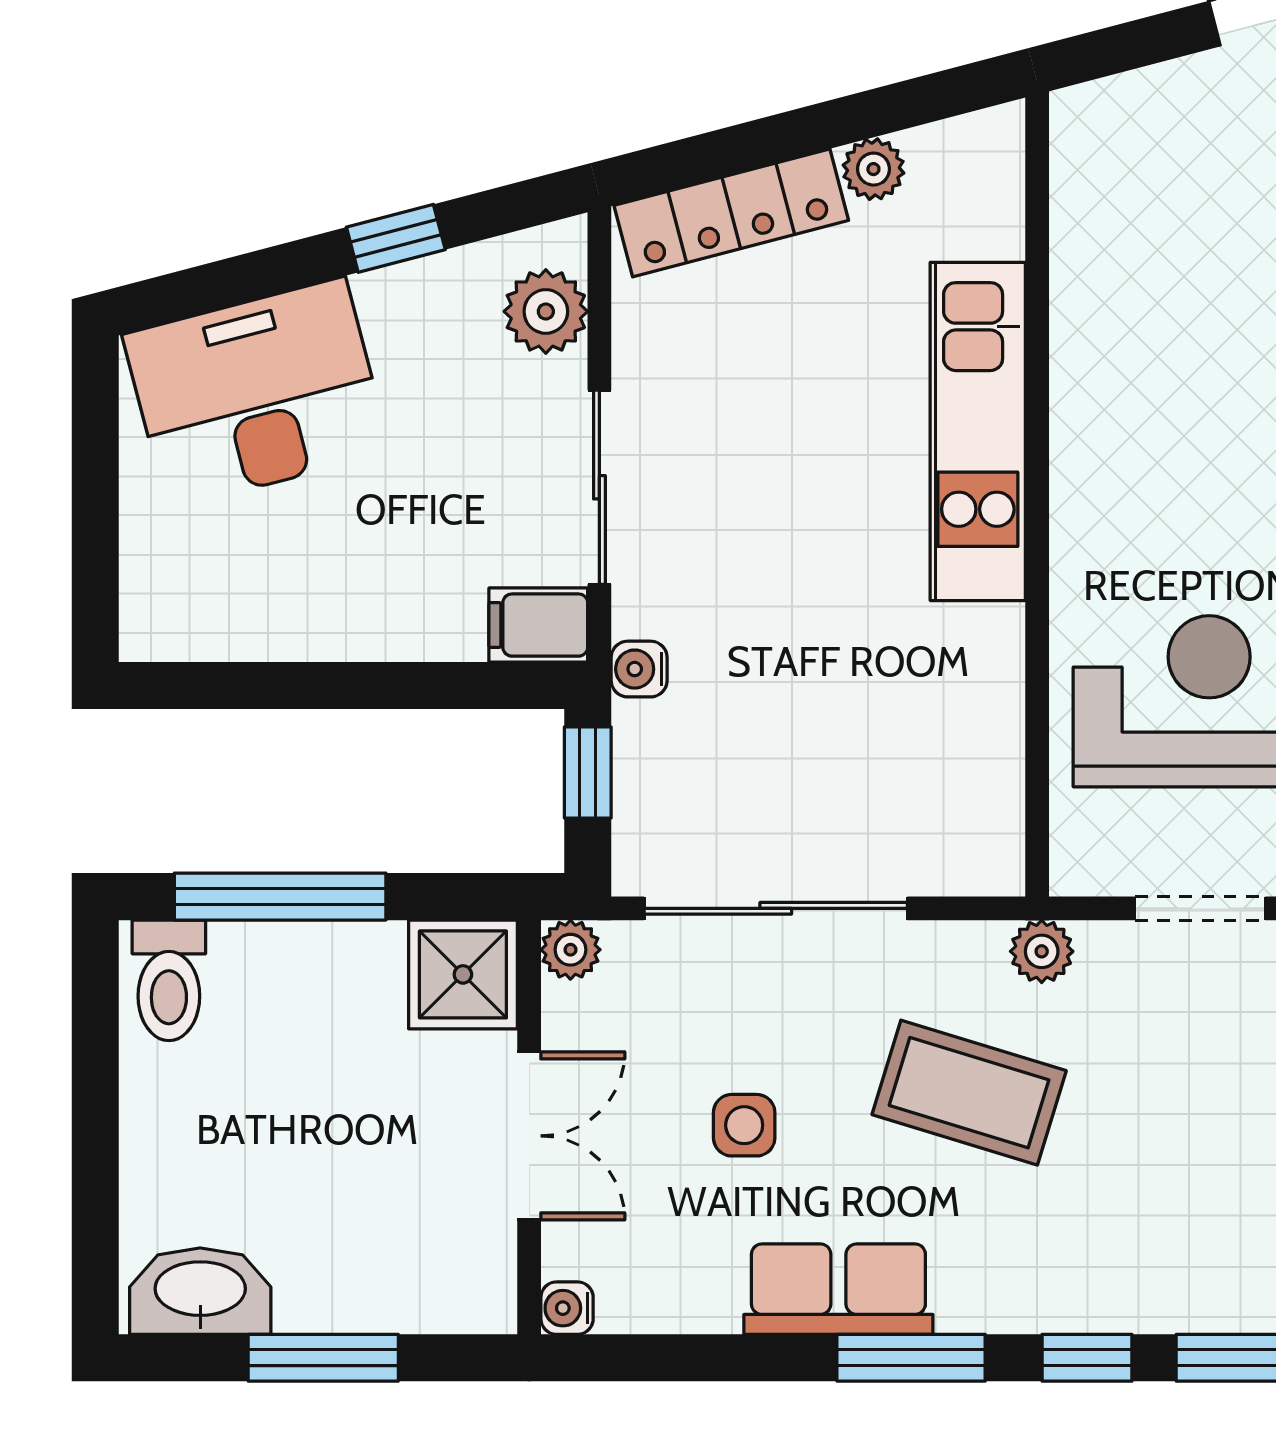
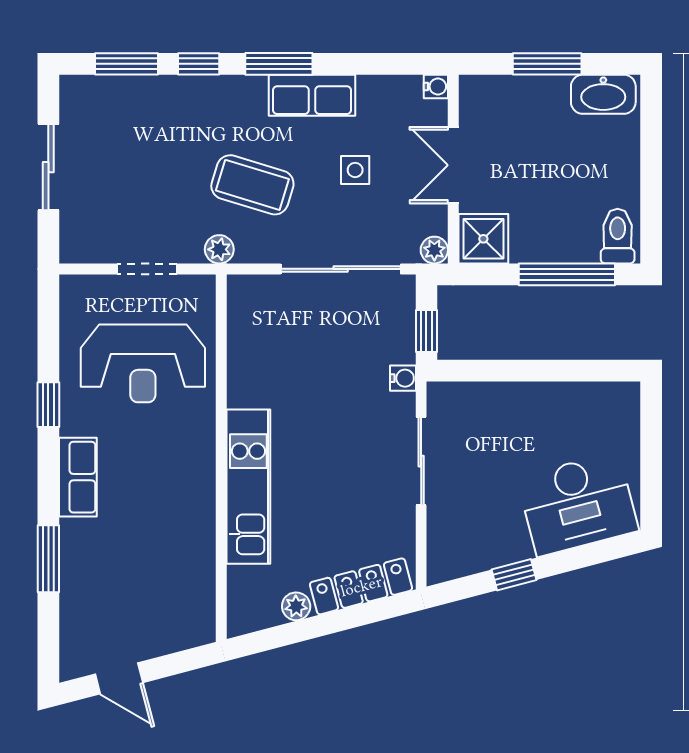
plant: (546, 311) -> (446, 541), removed
filing cabinet: (538, 625) -> (449, 398), removed

